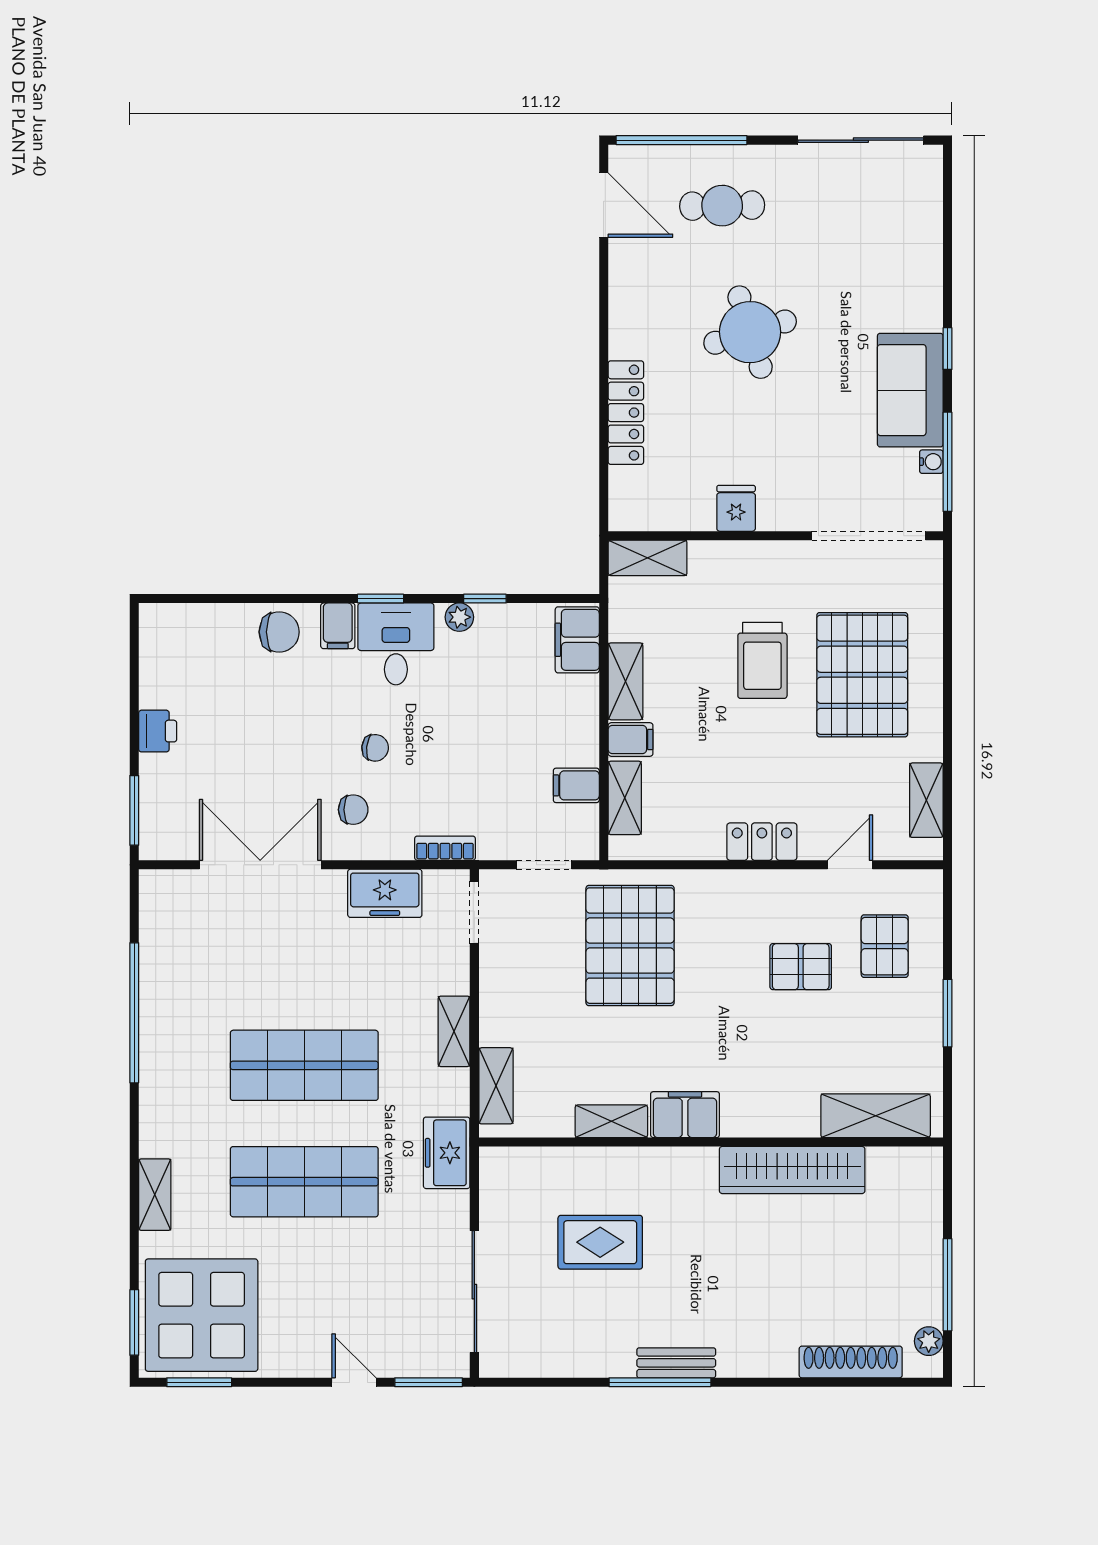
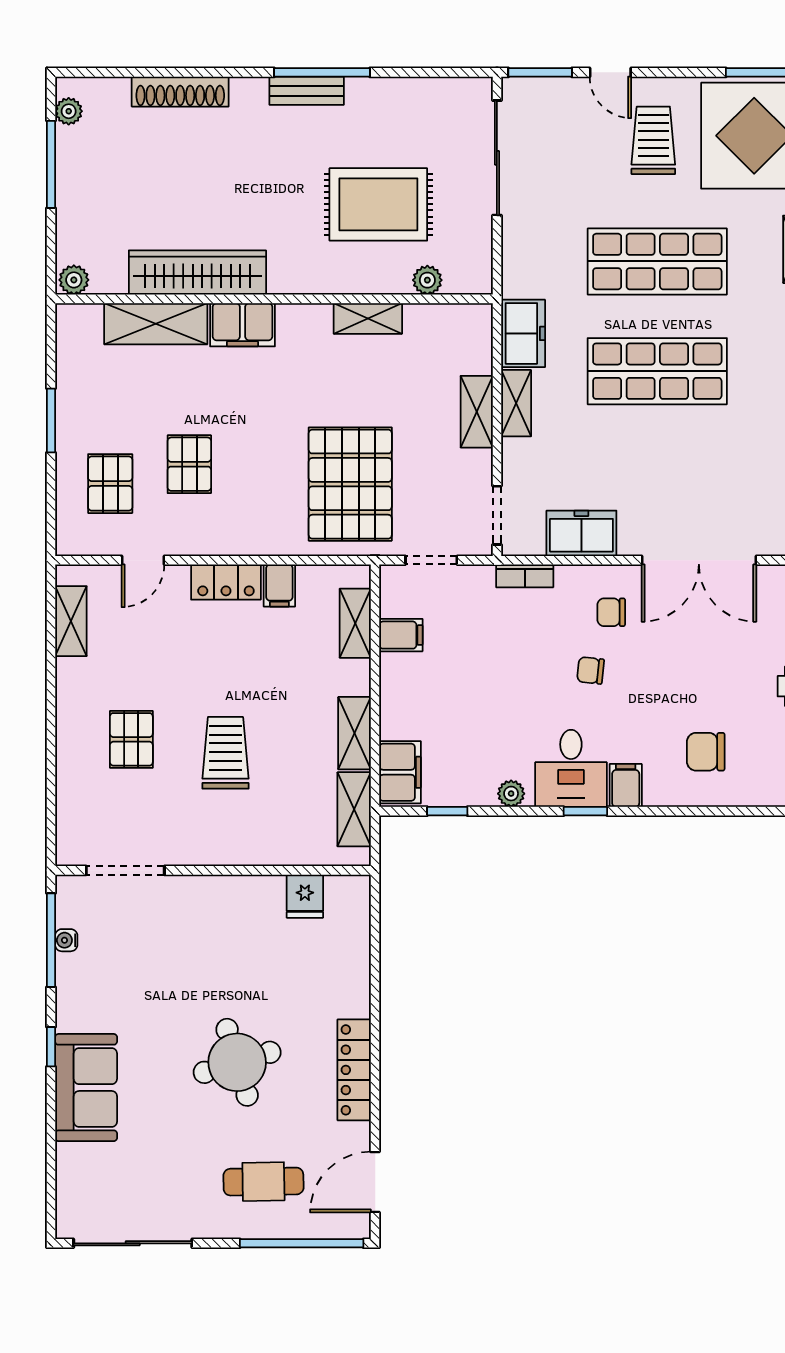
door: (604, 205) -> (375, 1182), hinge flipped
sofa: (910, 390) -> (86, 1088), moved
locker: (626, 413) -> (354, 1070), moved
fridge: (736, 508) -> (305, 896), moved
doorway: (869, 536) -> (125, 870), width x0.73
shelving: (648, 558) -> (354, 809), moved, turned 90
window: (485, 599) -> (447, 811), moved
chair: (279, 632) -> (706, 752), moved
pallet: (862, 675) -> (131, 739), width x0.49, depth x0.50
filing cabinet: (631, 740) -> (279, 586), moved, turned -90
pallet: (801, 967) -> (189, 464), turned 90
shelving: (496, 1086) -> (477, 412), moved
filing cabinet: (685, 1115) -> (243, 325), moved
shelving: (876, 1116) -> (156, 324), moved
freezer: (447, 1153) -> (523, 333), moved
plant: (548, 1162) -> (427, 280), added
plant: (923, 1162) -> (74, 280), added
rug: (600, 1242) -> (378, 204), width x1.36, depth x1.43
trolley: (309, 1310) -> (653, 140), added
shoe rack: (851, 1362) -> (180, 92), moved

